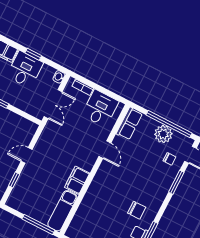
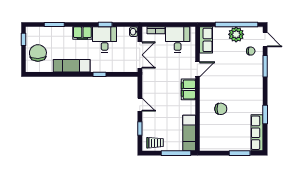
door: (105, 150) -> (197, 69), hinge flipped
door: (27, 155) -> (140, 105), swing flipped
filing cabinet: (77, 180) -> (188, 89), moved
trolley: (22, 203) -> (155, 143), added
chair: (137, 210) -> (221, 109), moved

